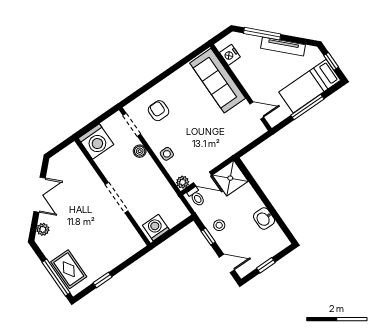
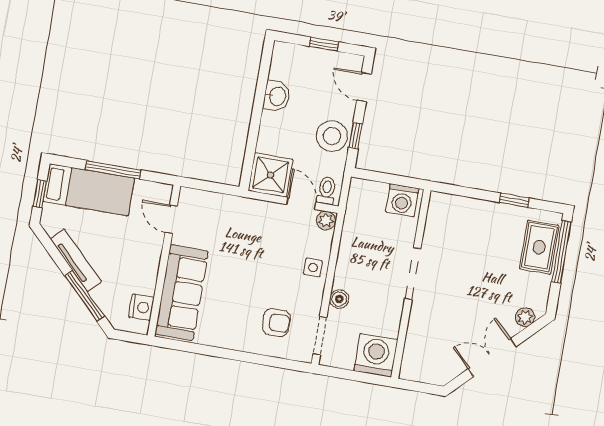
armchair: (159, 111) -> (276, 322), turned -90
stool: (219, 225) -> (332, 136), width x1.89, depth x1.89

